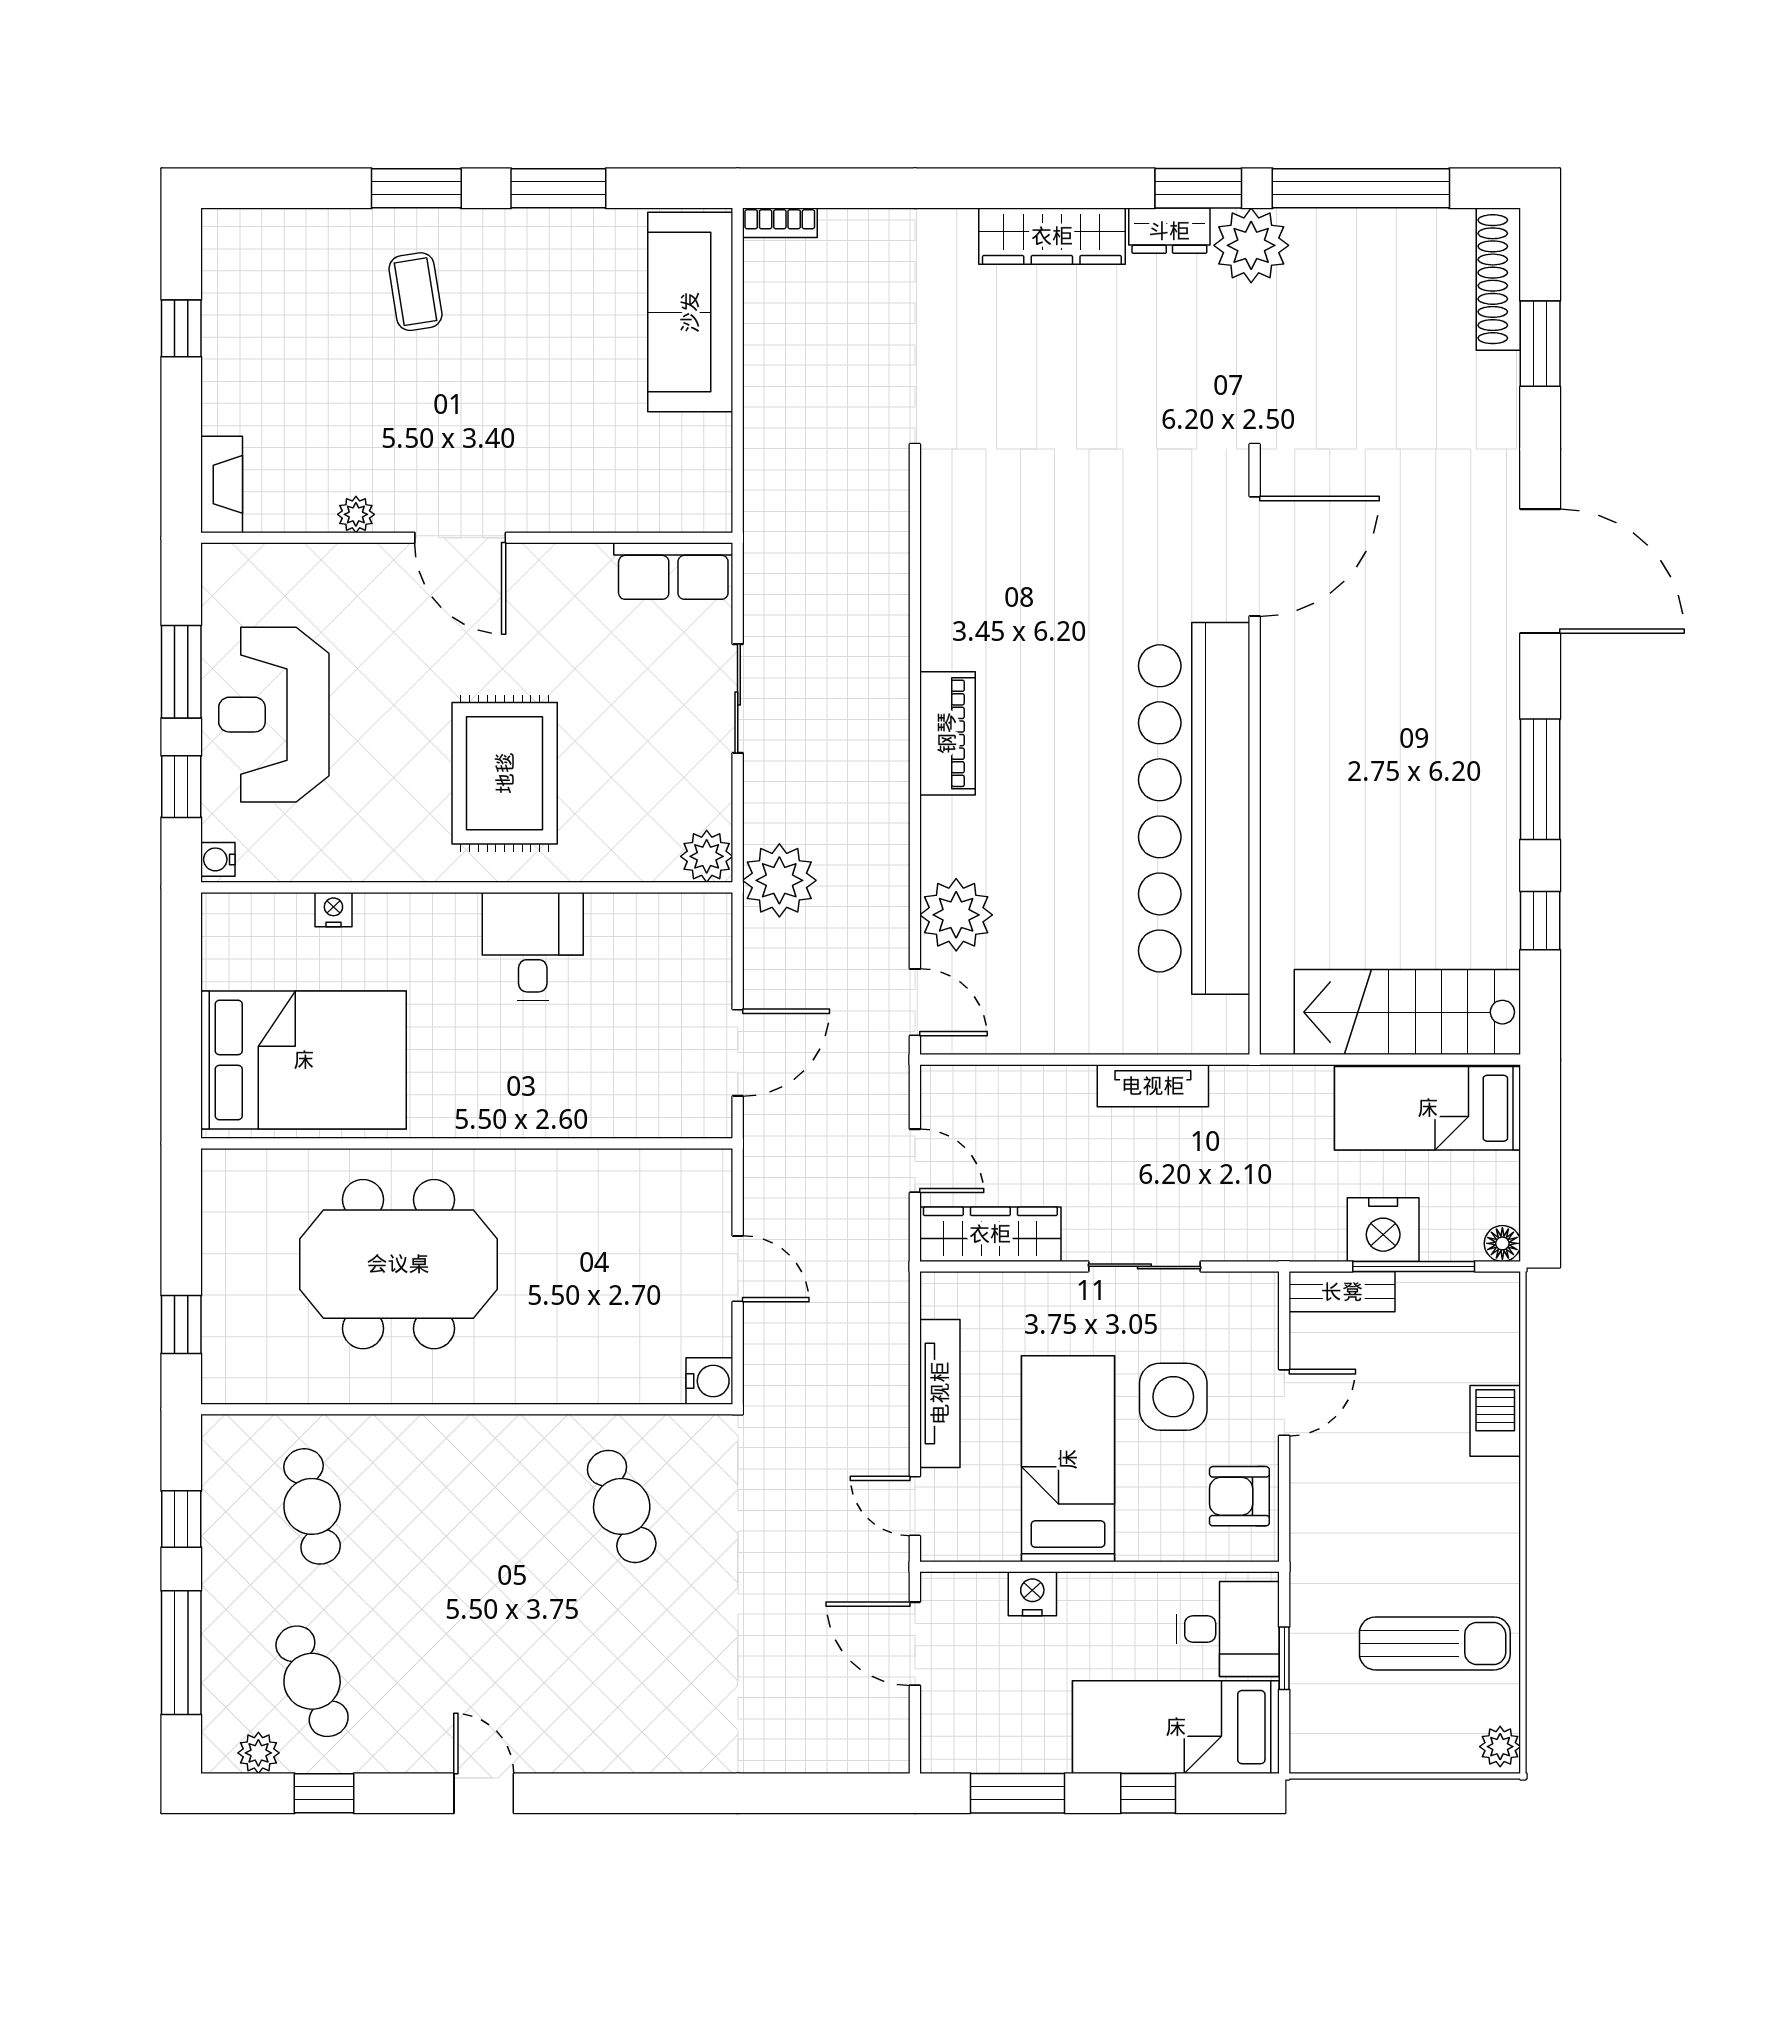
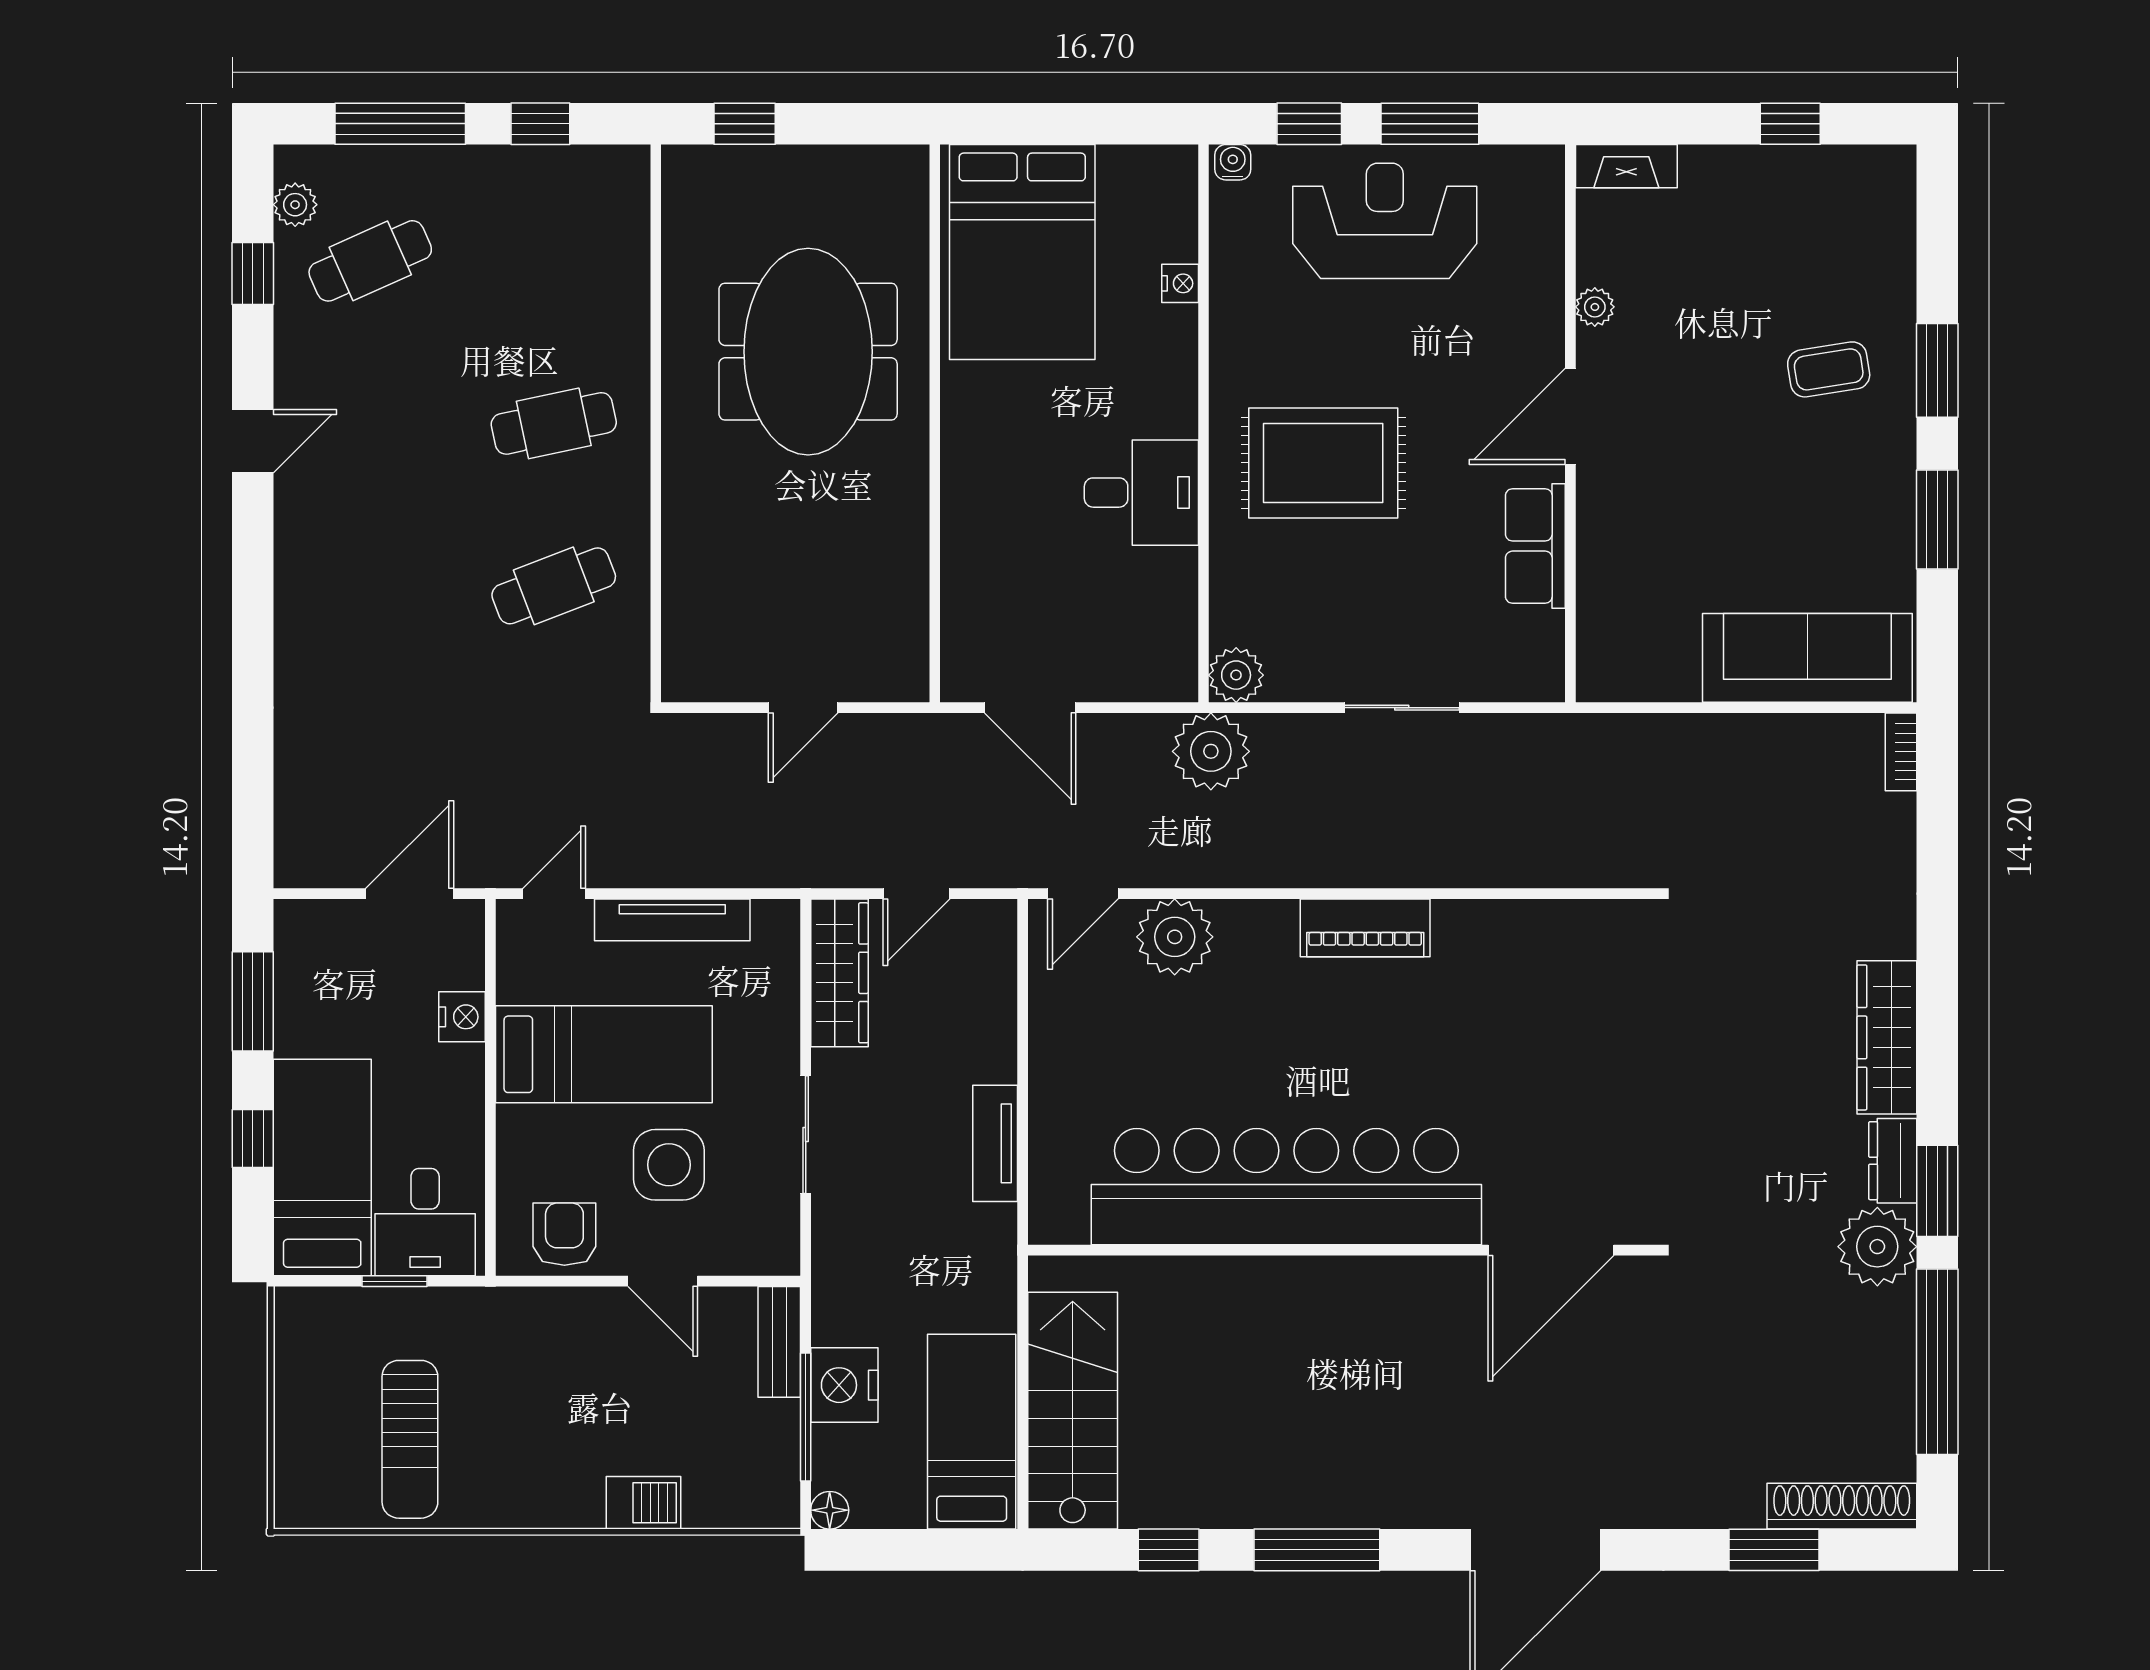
door: (1255, 556) -> (1551, 1250), hinge flipped
row of seats: (673, 571) -> (1535, 546), moved
water cooler: (709, 1381) -> (685, 678), removed
cafe table: (312, 1506) -> (554, 423), moved
plant: (1500, 1747) -> (302, 1508), removed

